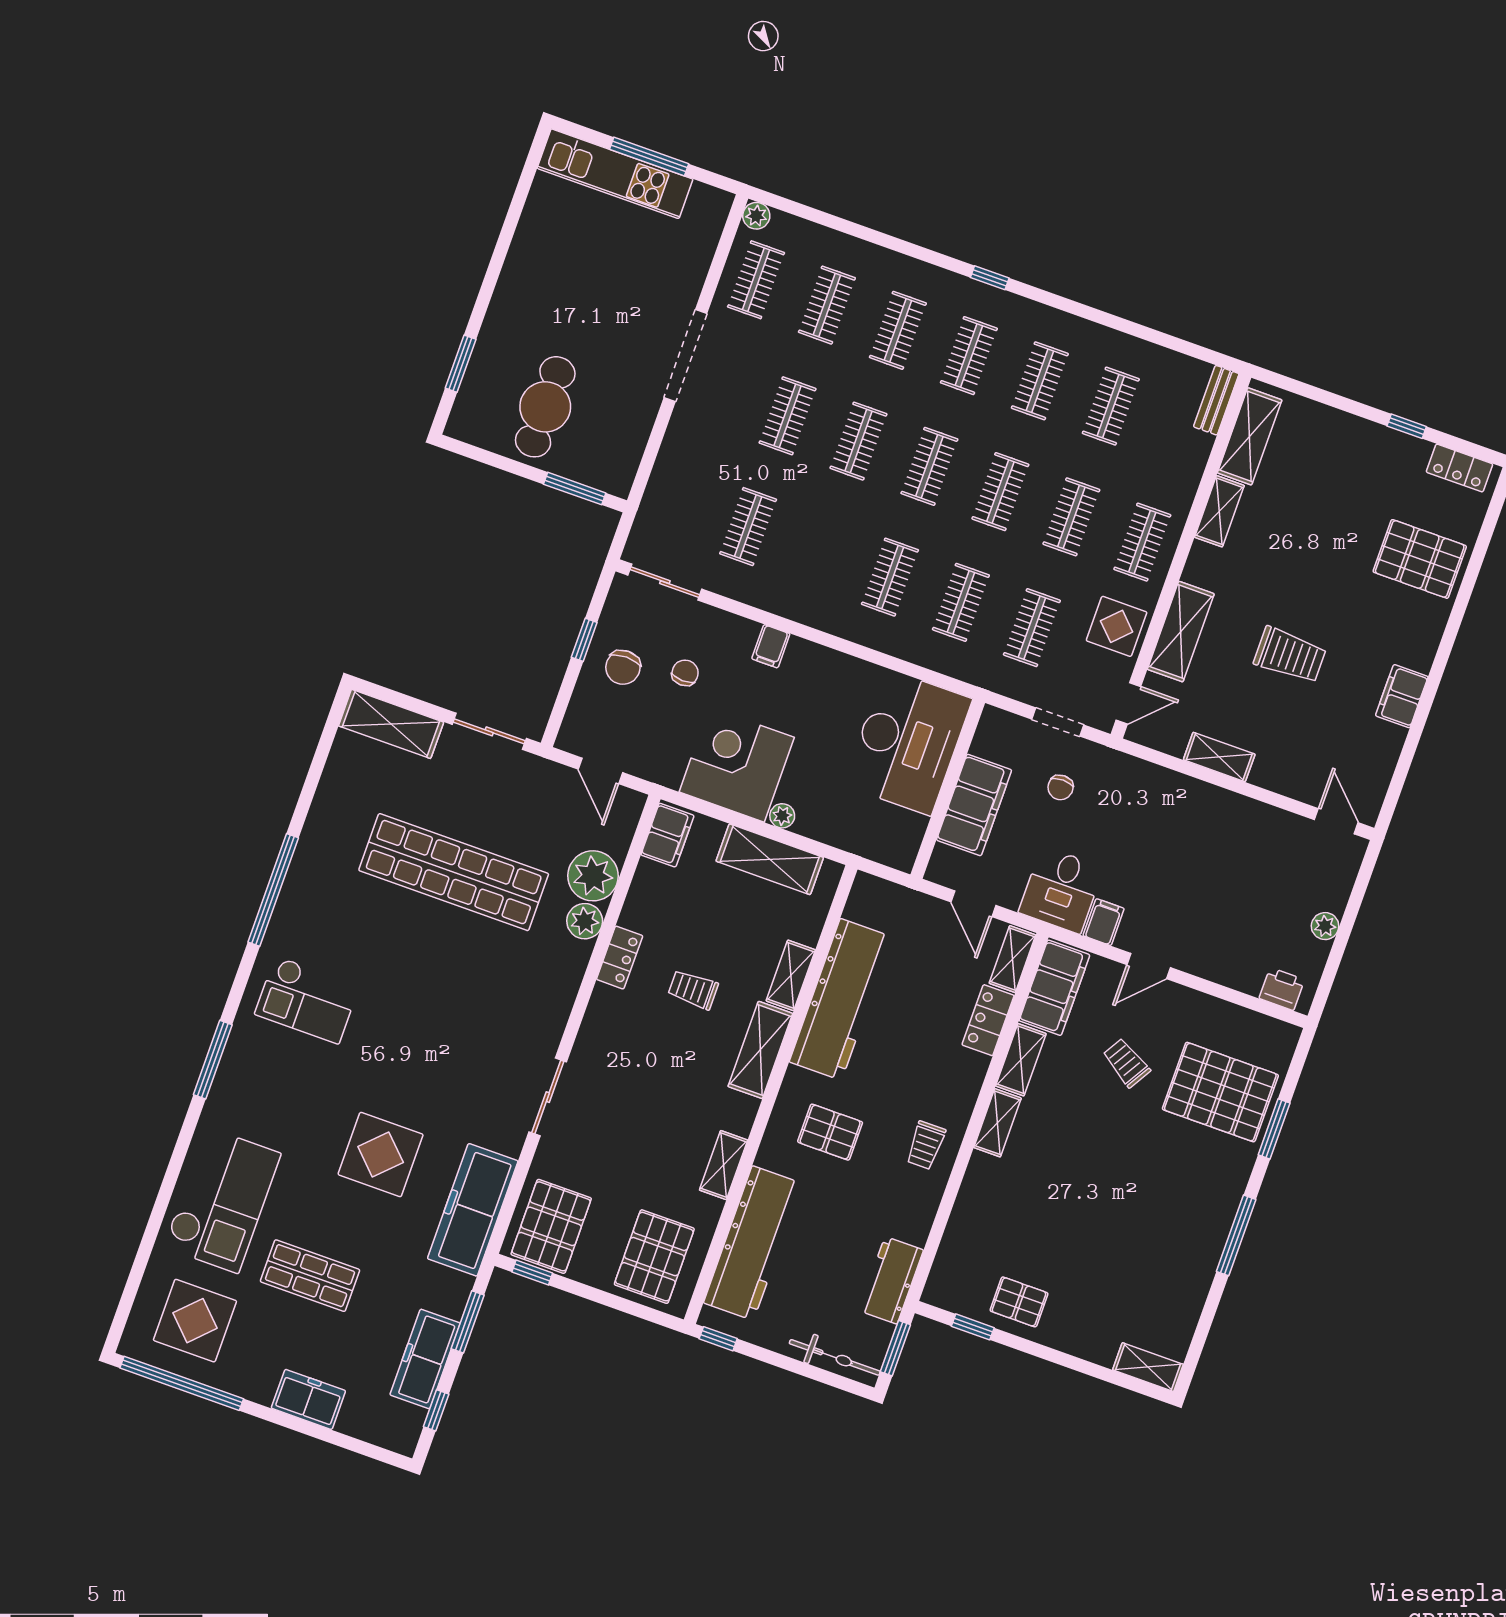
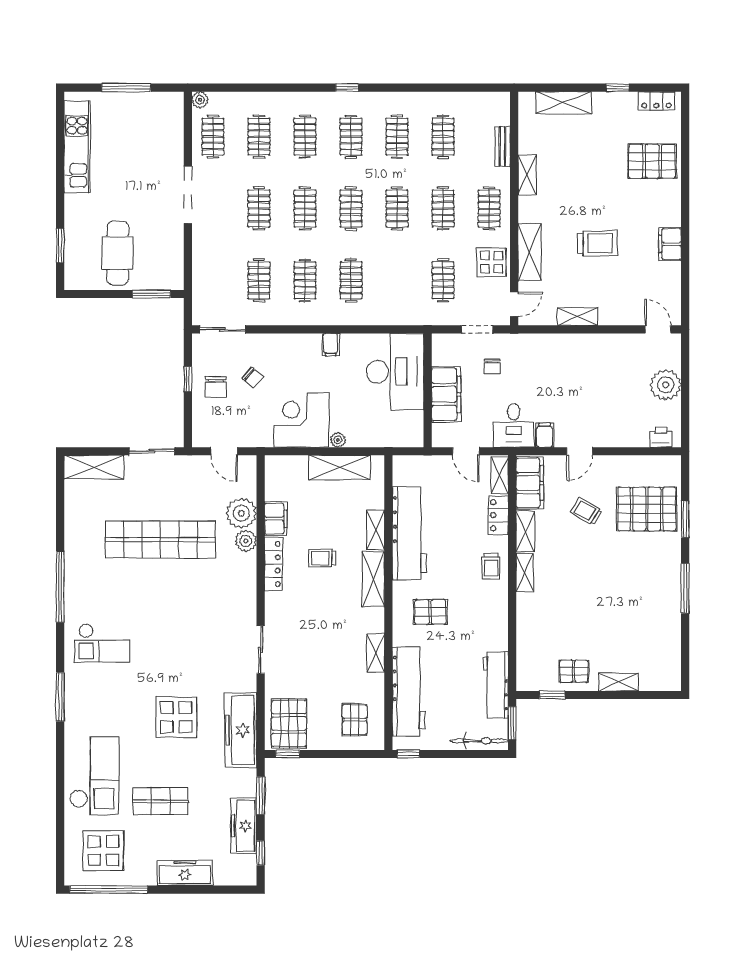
kitchen unit: (615, 174) -> (77, 147), moved, turned -90
bench: (1216, 400) -> (503, 146), moved
shelving: (1250, 436) -> (564, 103), moved, turned 90
clothes rail: (961, 602) -> (305, 280), moved
filing cabinet: (771, 646) -> (331, 345), moved
chair: (685, 673) -> (253, 377), turned 129
filing cabinet: (667, 835) -> (276, 519), moved
plant: (1325, 926) -> (666, 385), width x1.88, depth x1.88
locker: (620, 958) -> (273, 564), width x1.53
trolley: (926, 1145) -> (491, 566), moved
pallet: (654, 1257) -> (355, 720), width x0.67, depth x0.71
workbench: (891, 1280) -> (496, 685), width x1.38
shelving: (1148, 1367) -> (618, 682), moved
freezer: (308, 1399) -> (185, 873), width x1.40

